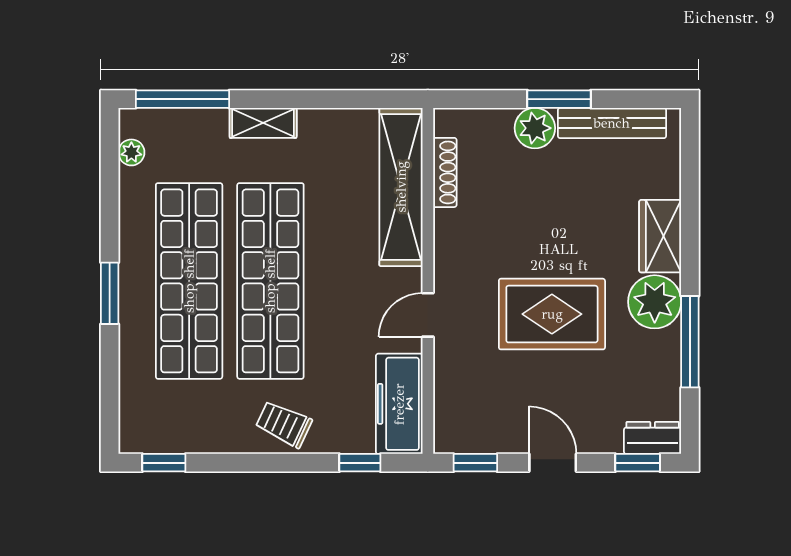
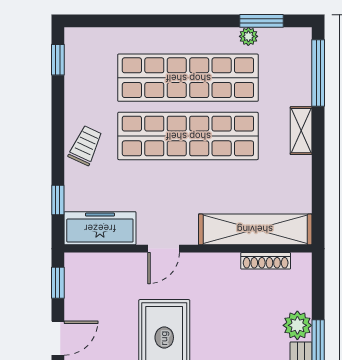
plant: (131, 152) -> (248, 36), moved
window: (110, 293) -> (261, 21), moved
door: (428, 315) -> (164, 249), swing flipped

